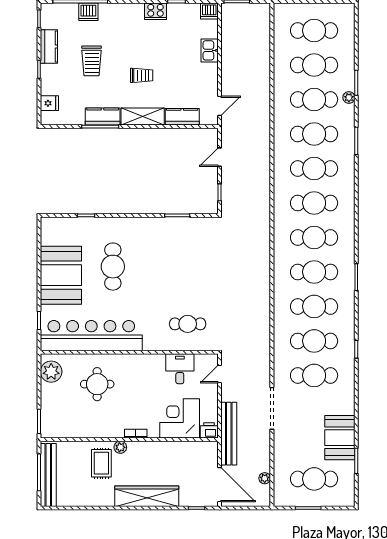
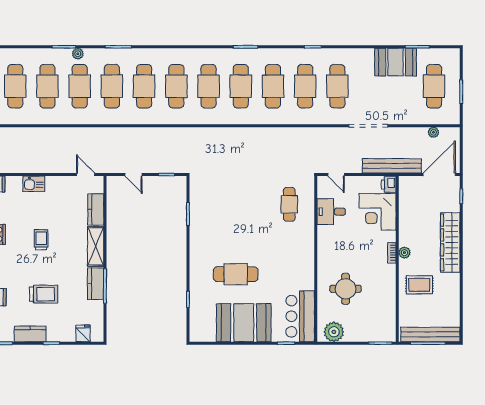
trolley: (142, 75) -> (41, 240), moved
bar counter: (91, 336) -> (300, 316), width x0.54
plant: (120, 447) -> (404, 253), moved

